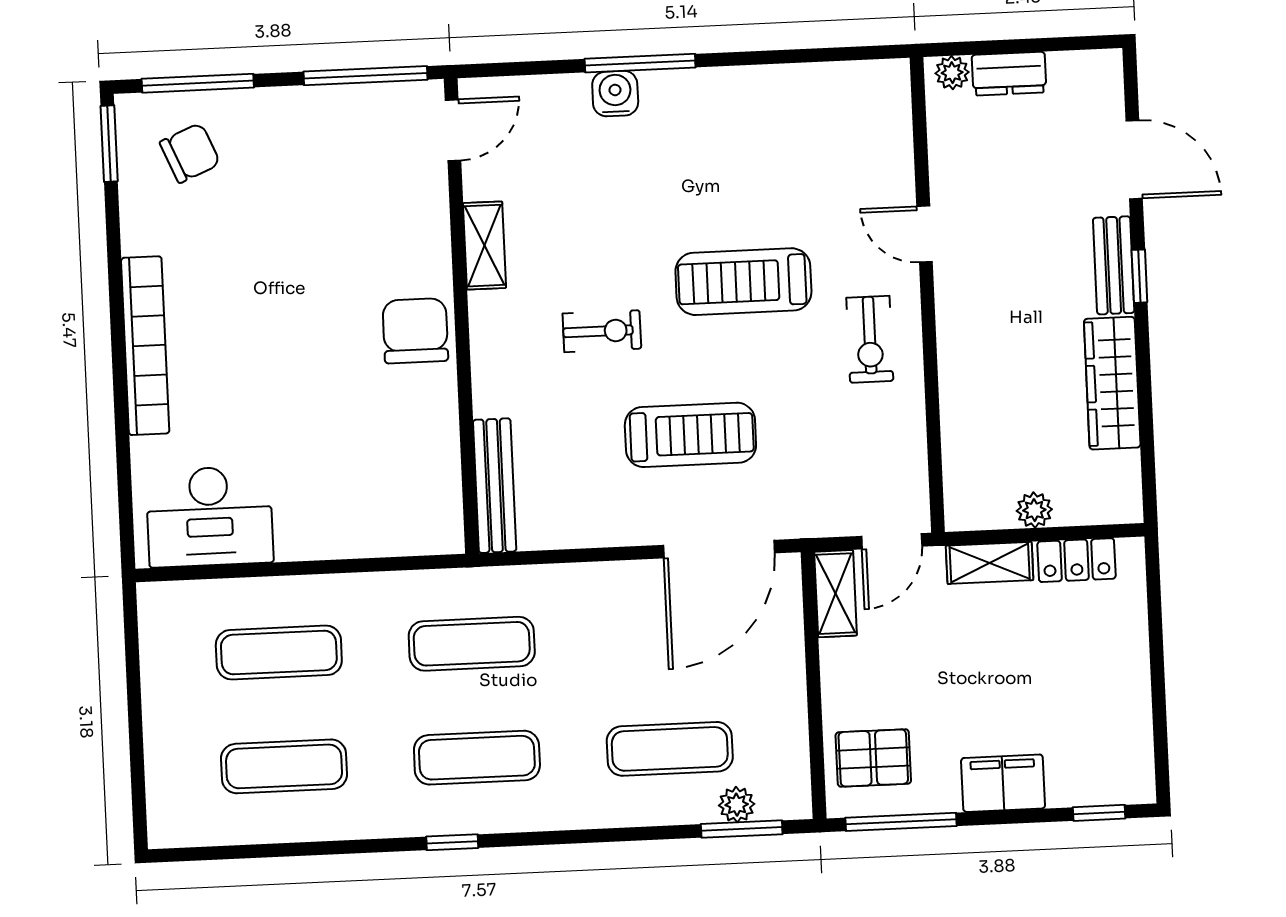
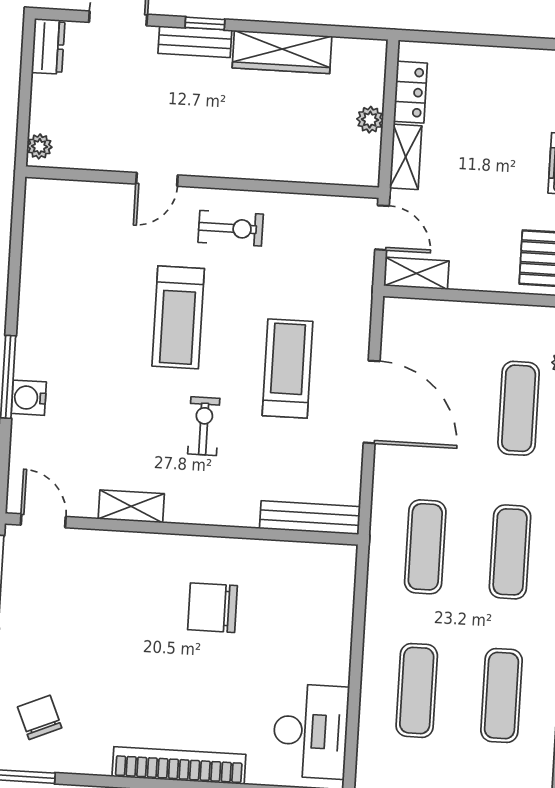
dresser: (1009, 74) -> (48, 46), moved
chair: (415, 331) -> (212, 608), moved
door: (719, 549) -> (372, 402), moved

